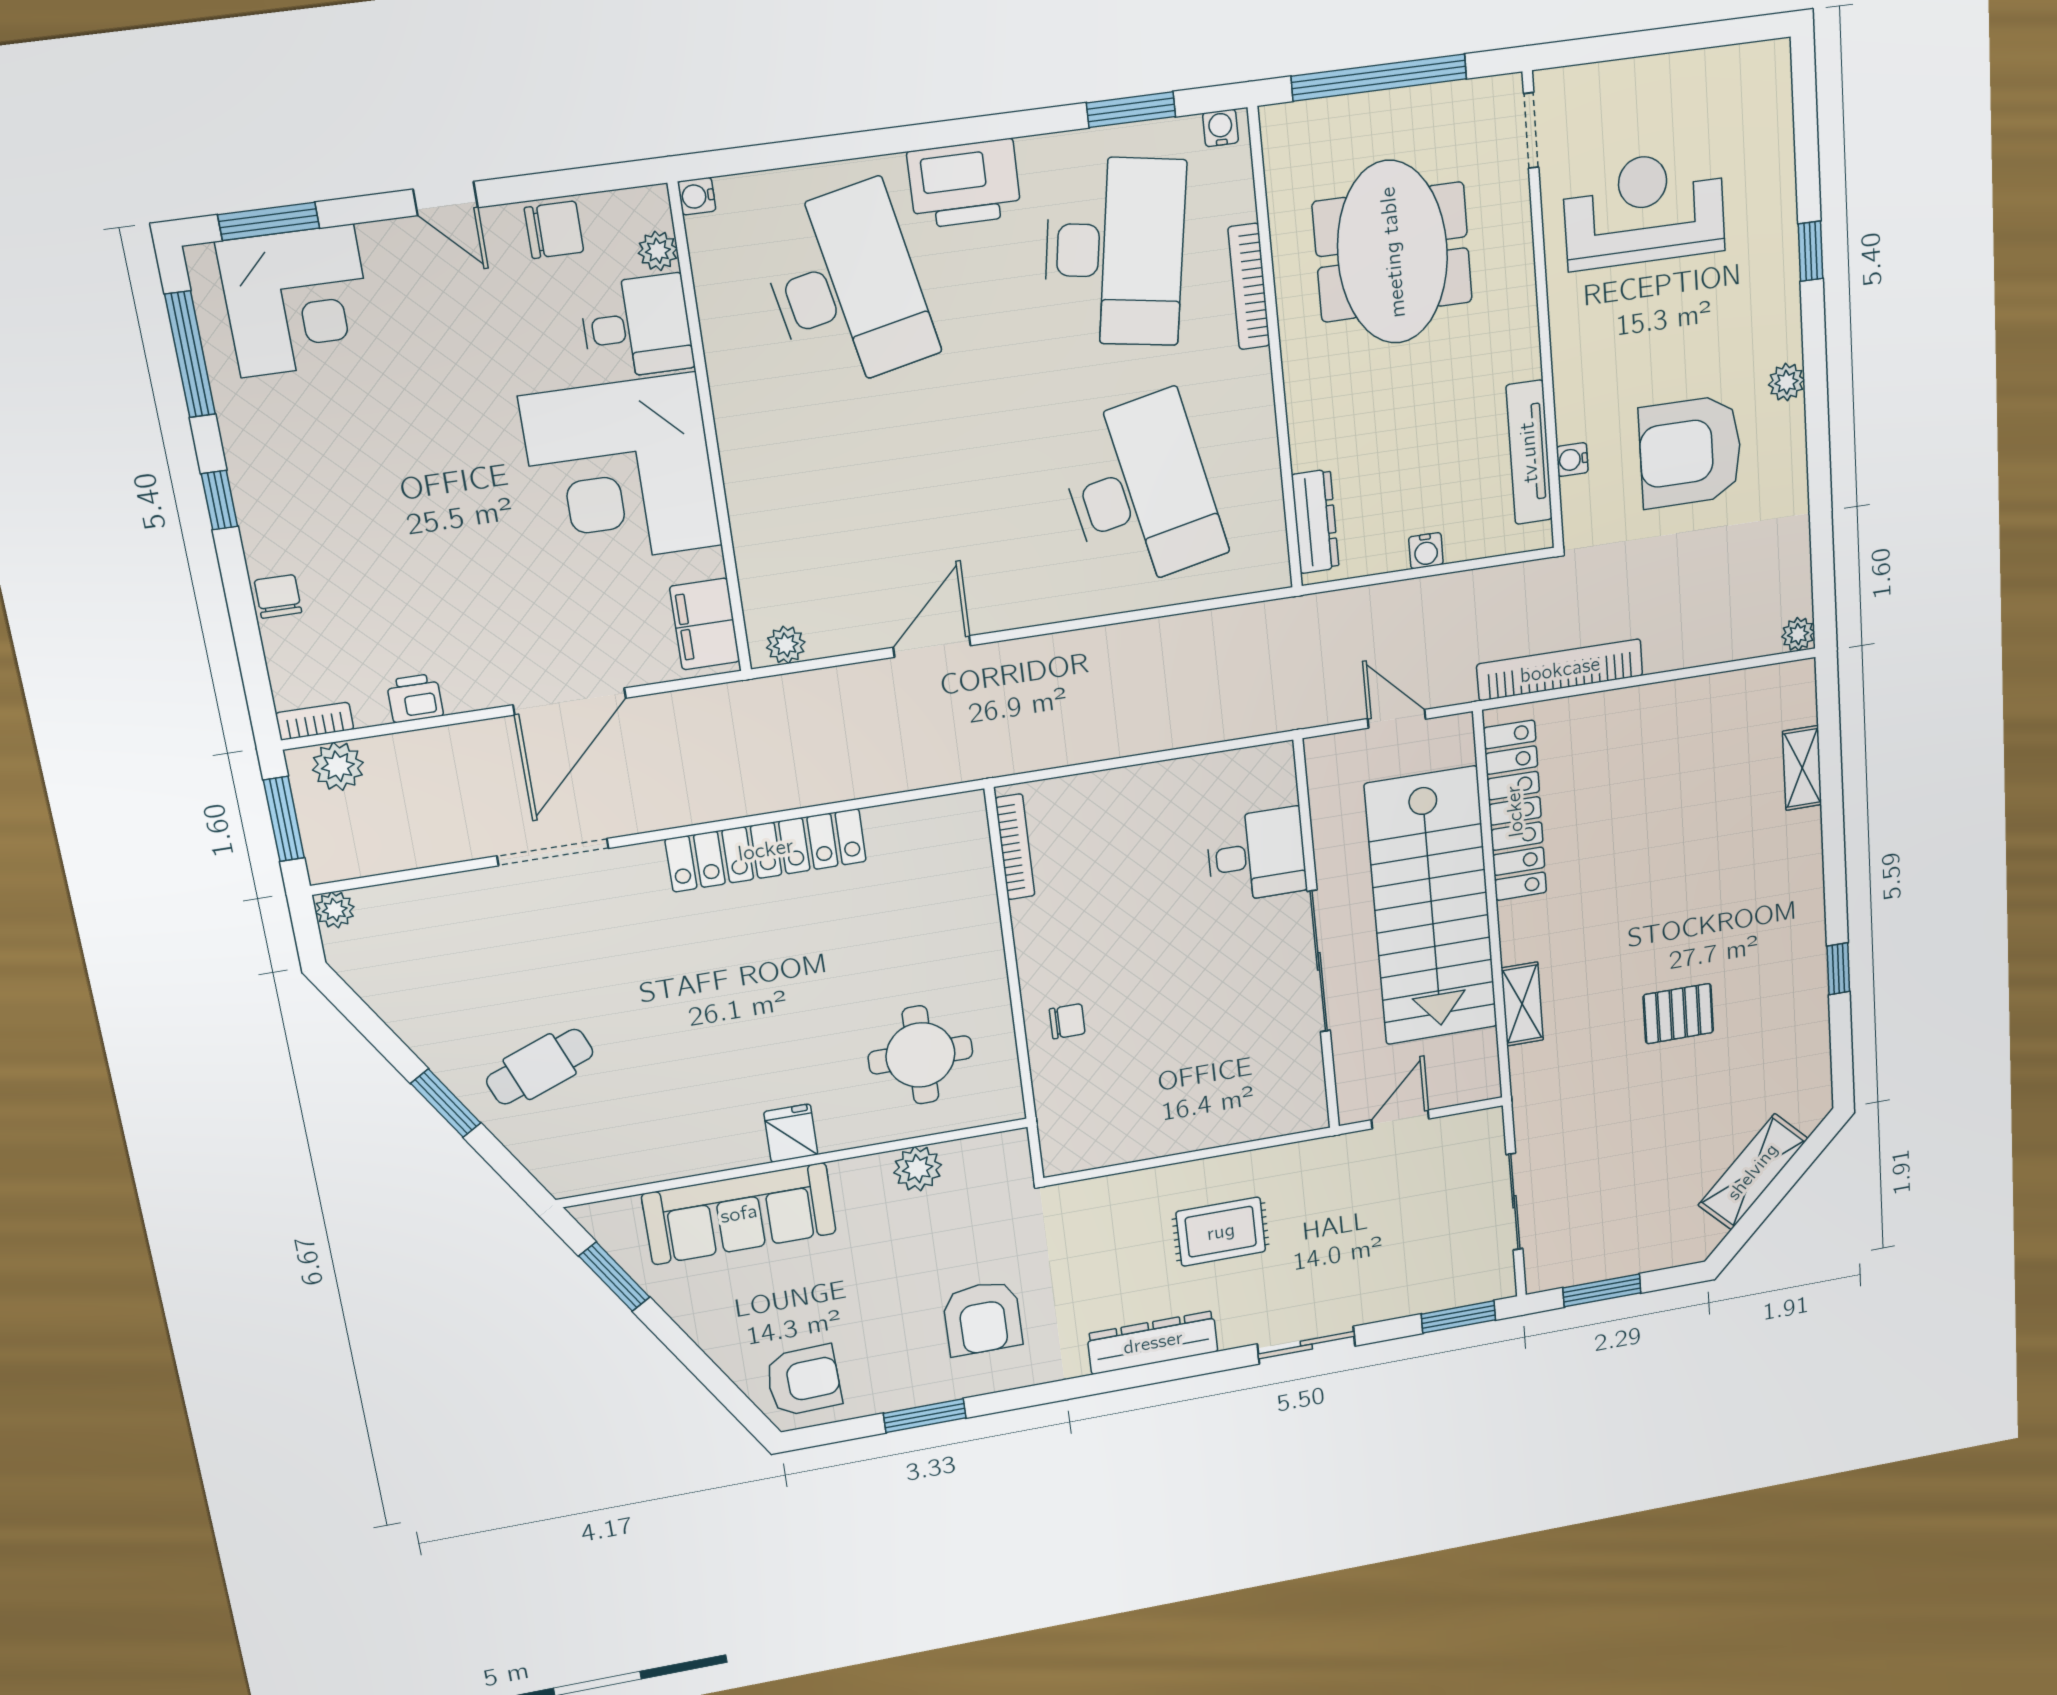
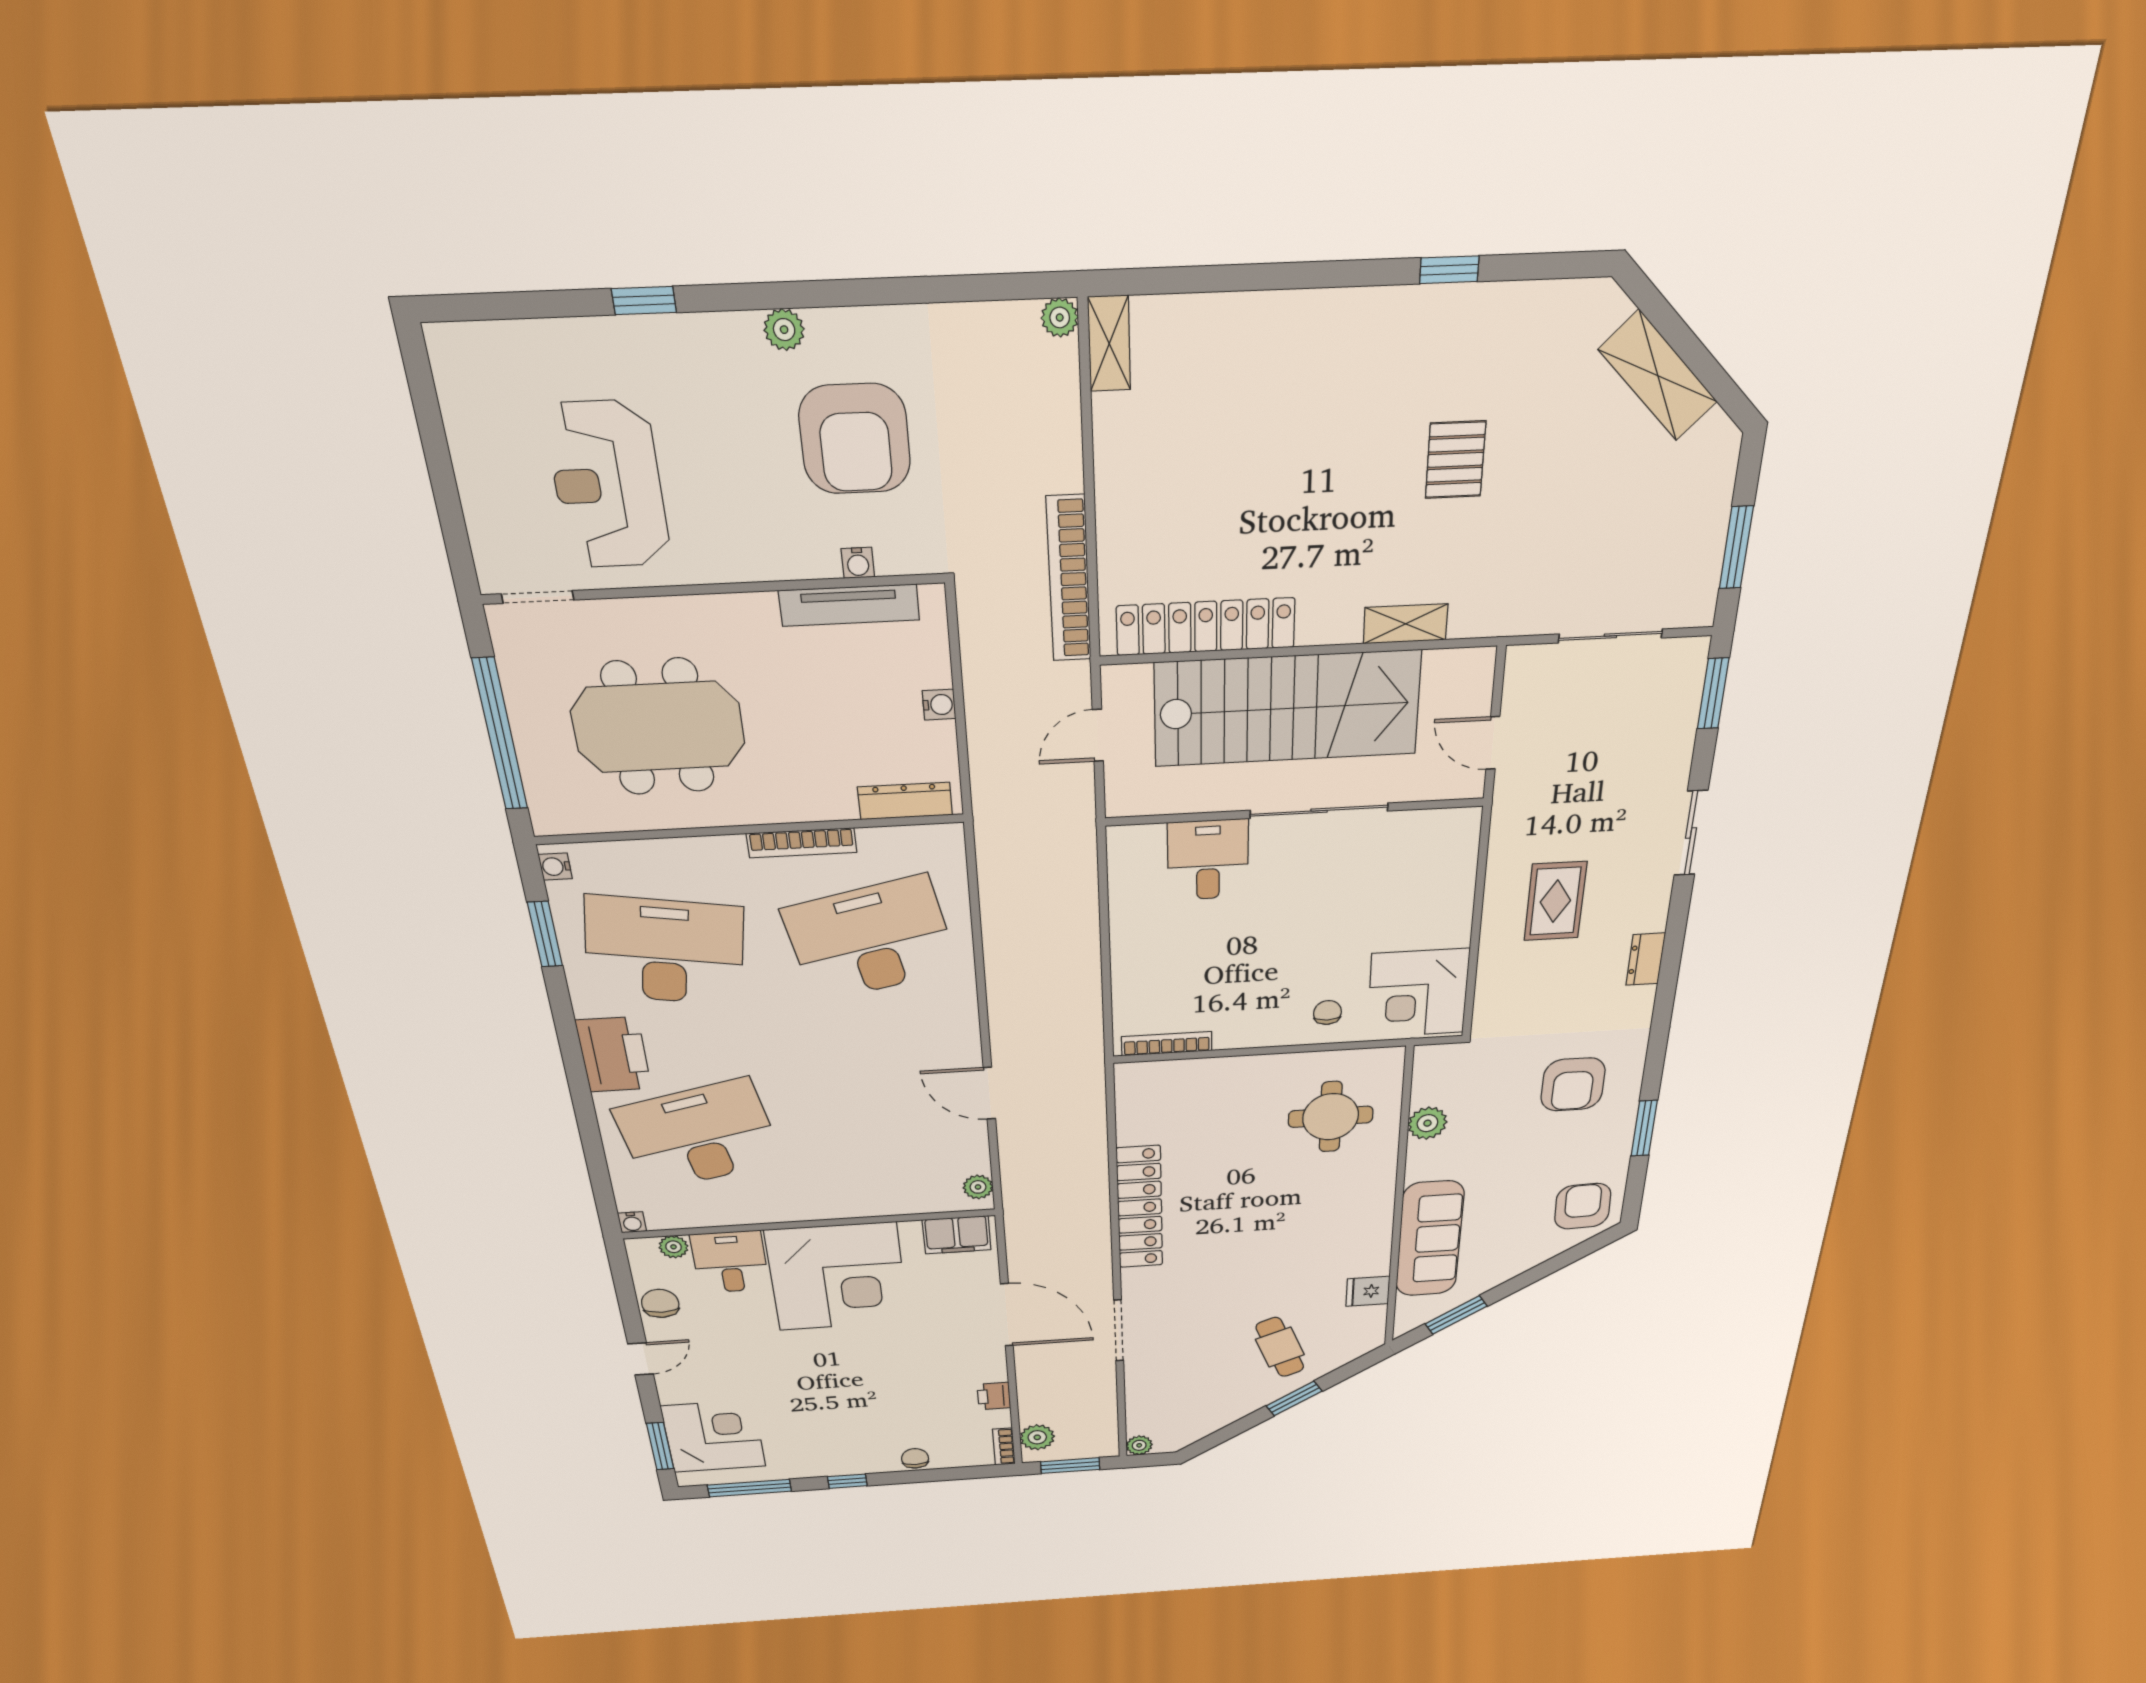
bookcase: (1249, 287) -> (802, 843), moved
chair: (278, 596) -> (915, 1458), turned 90
shelving: (1802, 768) -> (1109, 344), moved, turned 90
corner desk: (1098, 1115) -> (1418, 993), added
fridge: (791, 1133) -> (1368, 1291), moved
armchair: (983, 1318) -> (1573, 1084), turned 90
dresser: (1153, 1343) -> (1646, 959), width x0.51, depth x0.80

